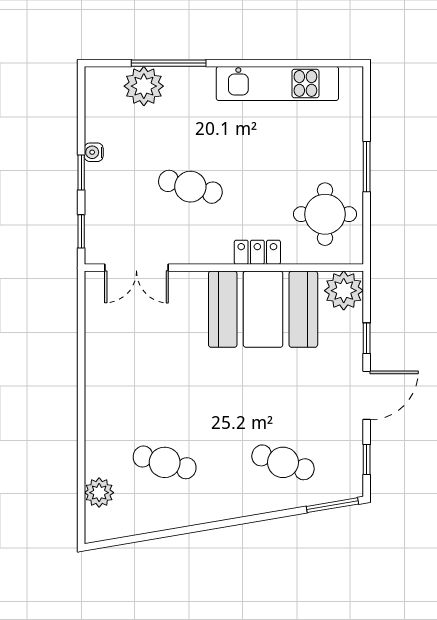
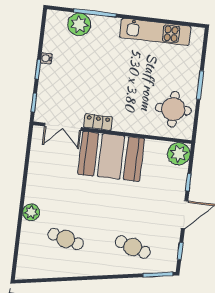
cafe table: (190, 187) -> (99, 84), removed
locker: (257, 252) -> (98, 122), moved
booth: (263, 309) -> (111, 156), moved
plant: (99, 493) -> (31, 212), moved

